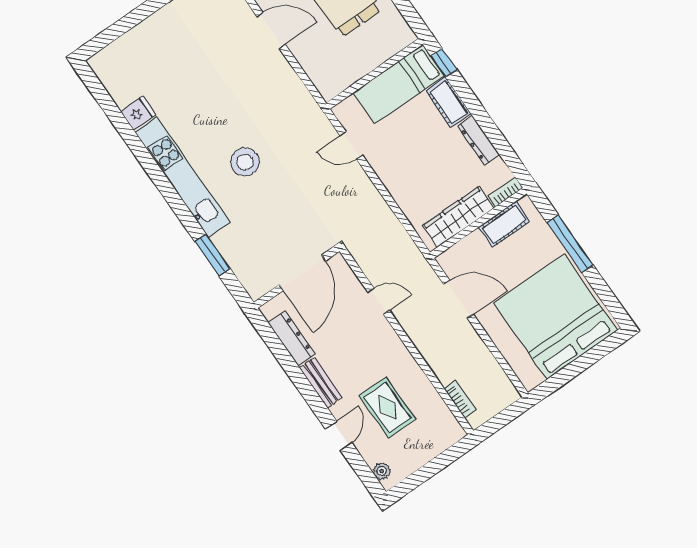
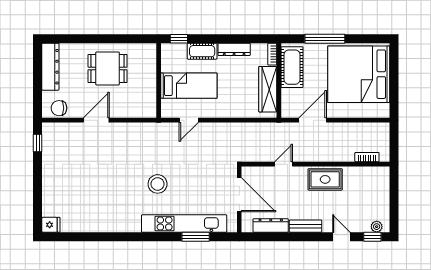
bed: (399, 84) -> (189, 86), moved, turned -90
fridge: (138, 113) -> (51, 225), moved, turned 90
kitchen unit: (182, 177) -> (184, 224), moved
cot: (504, 224) -> (292, 67), width x1.37, depth x1.34
rug: (387, 408) -> (325, 179), moved
window: (366, 475) -> (372, 237), added

